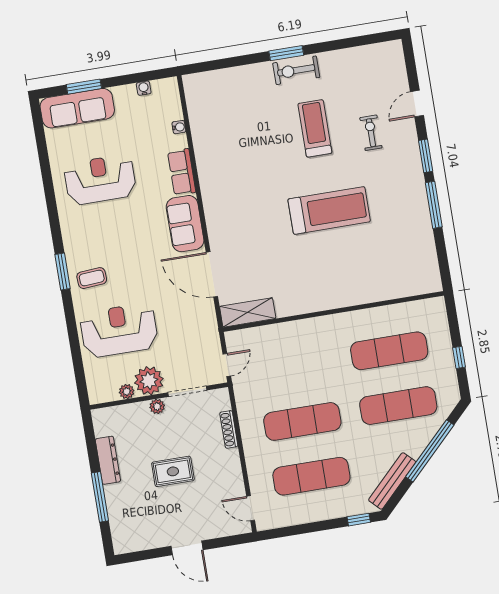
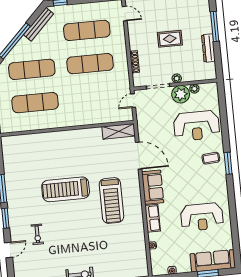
treadmill: (315, 128) -> (111, 201), moved, width x1.37, depth x1.38

